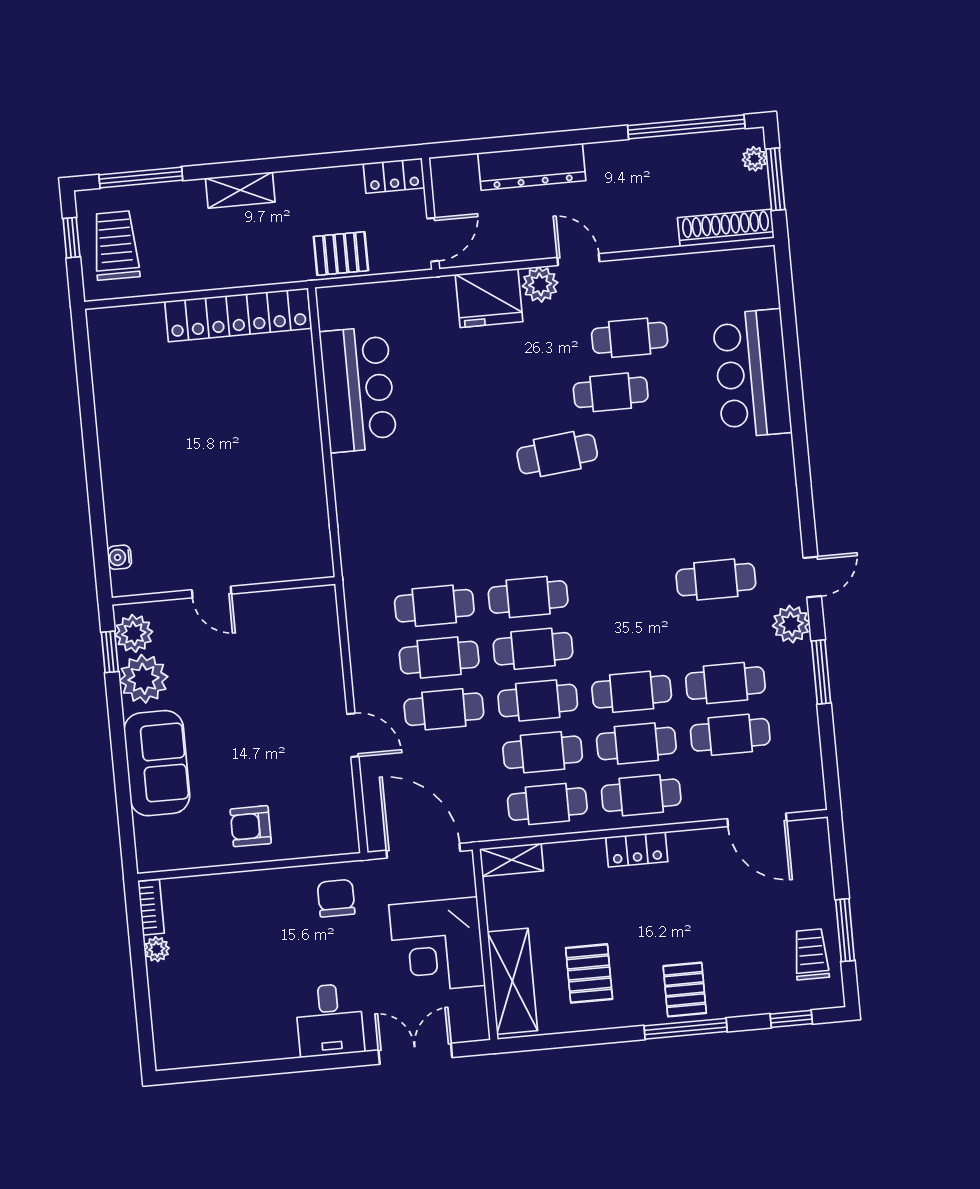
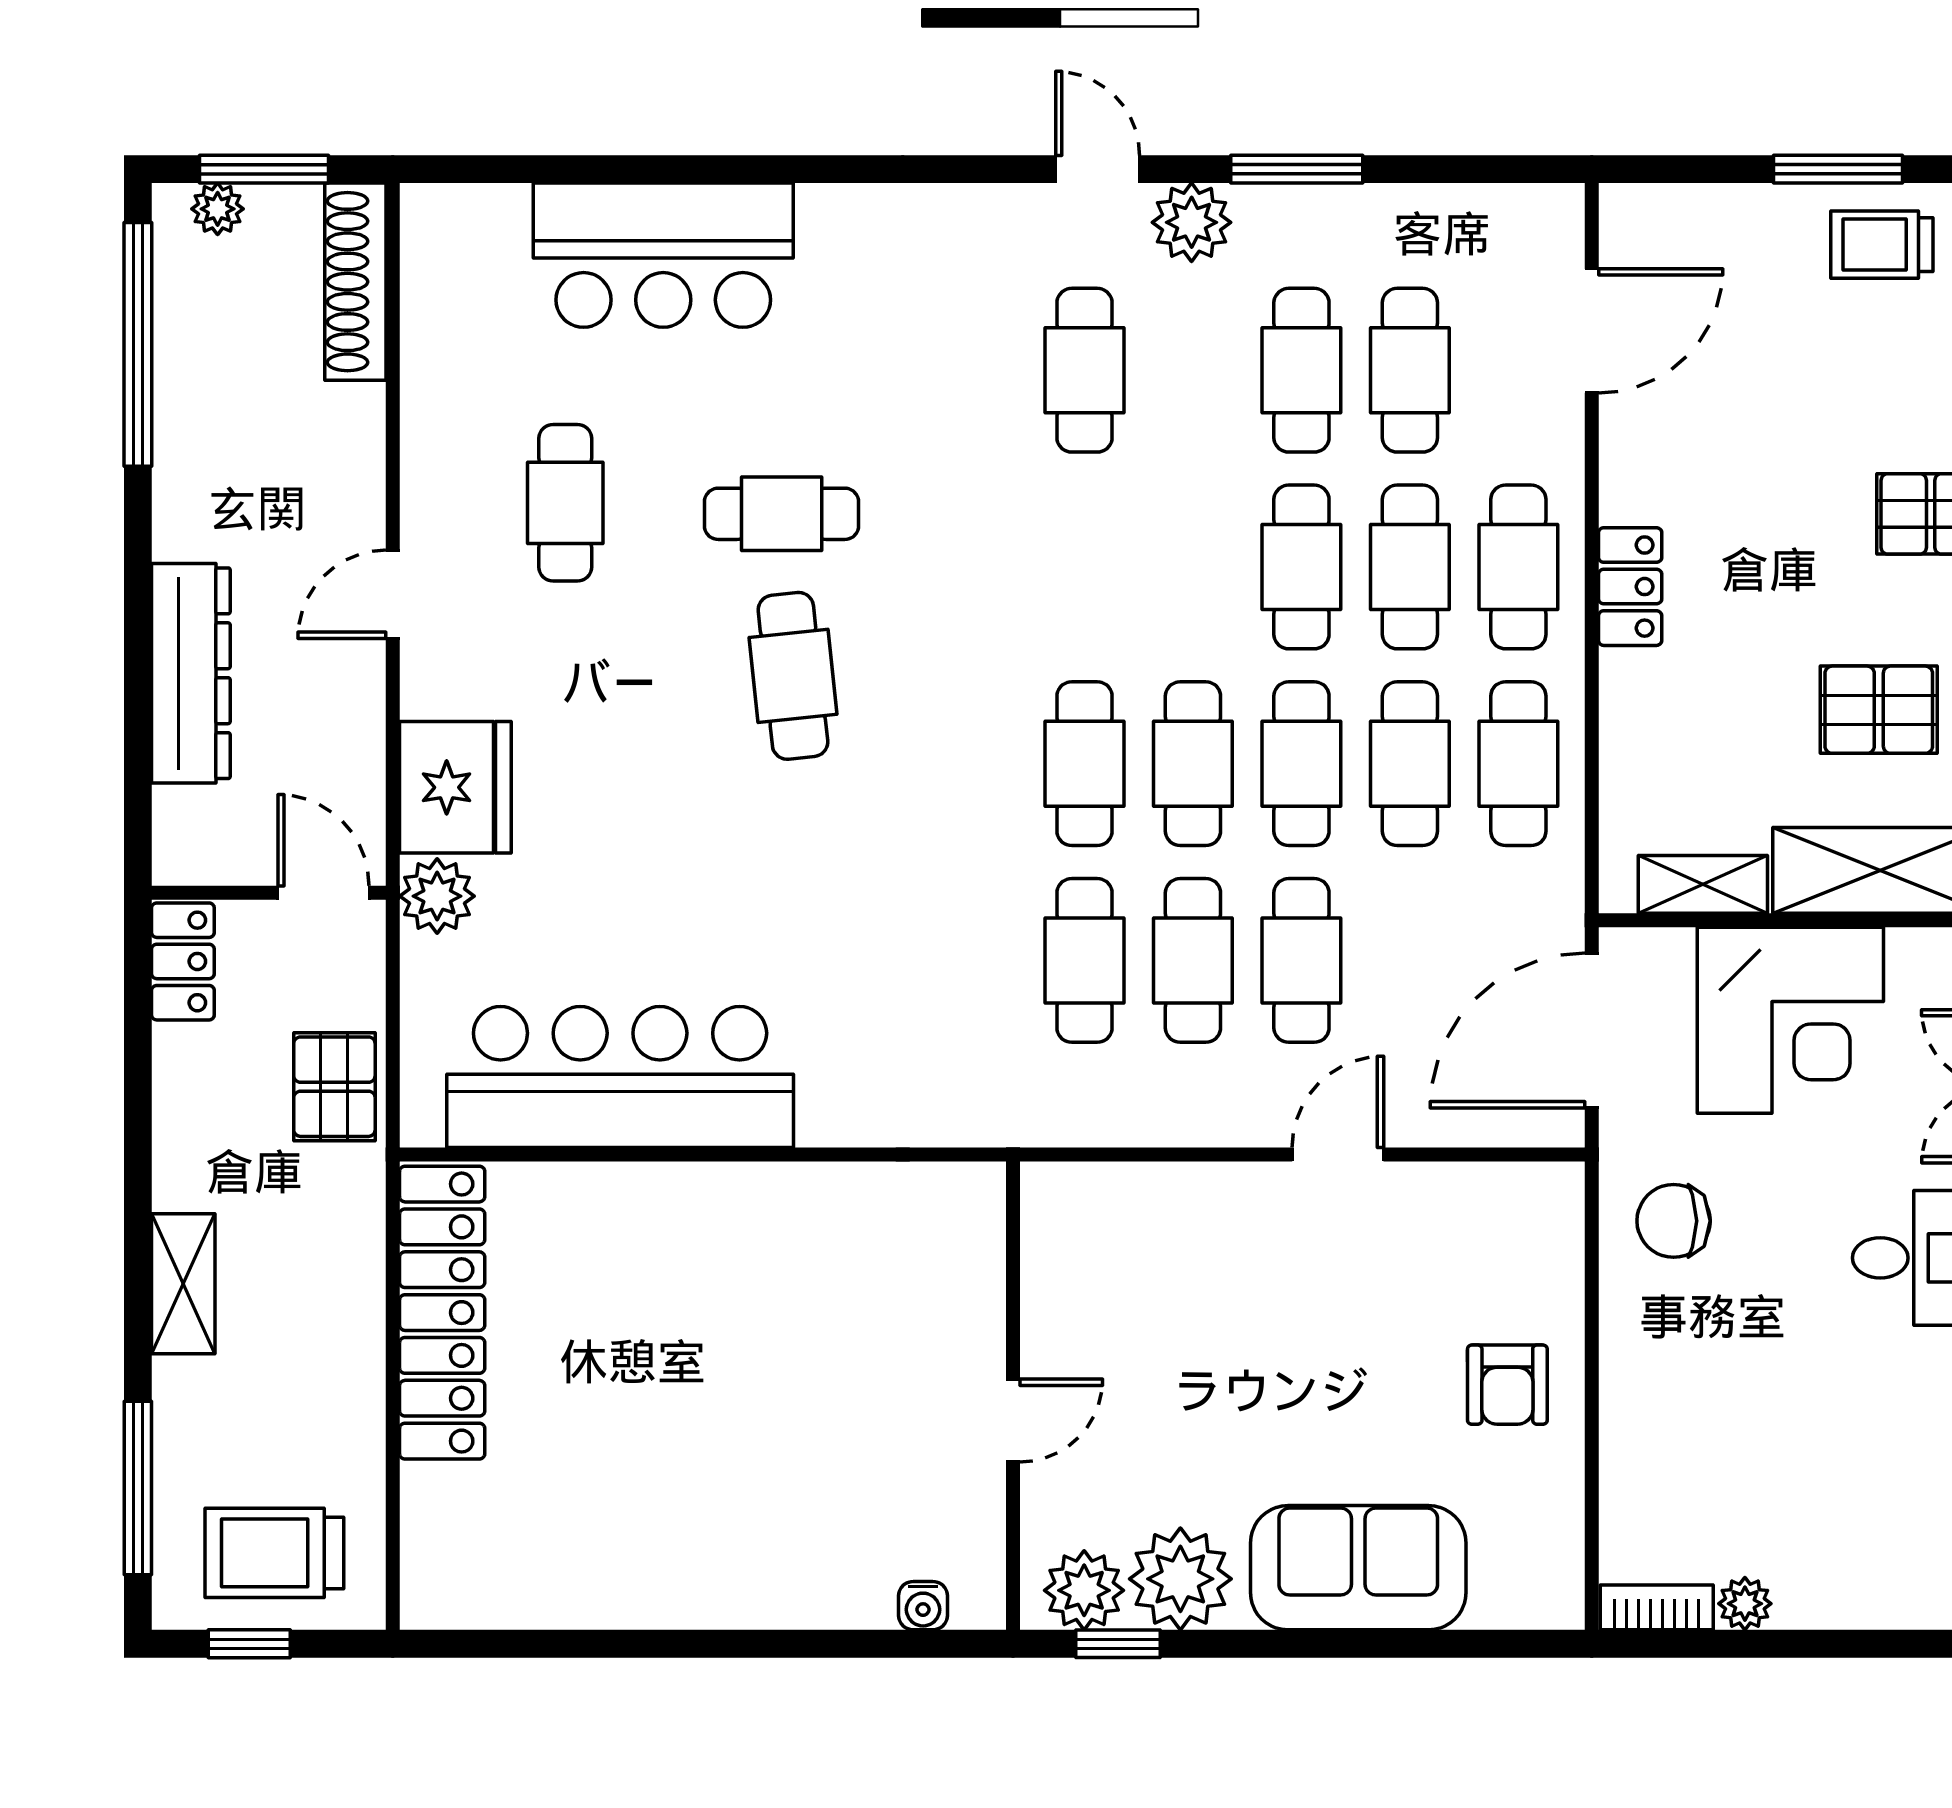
plant: (540, 284) -> (437, 896), moved
bar counter: (358, 389) -> (620, 1077), width x1.36
cafe table: (611, 392) -> (782, 514), moved, turned 90
shelving: (512, 860) -> (1703, 884), moved, turned 90

